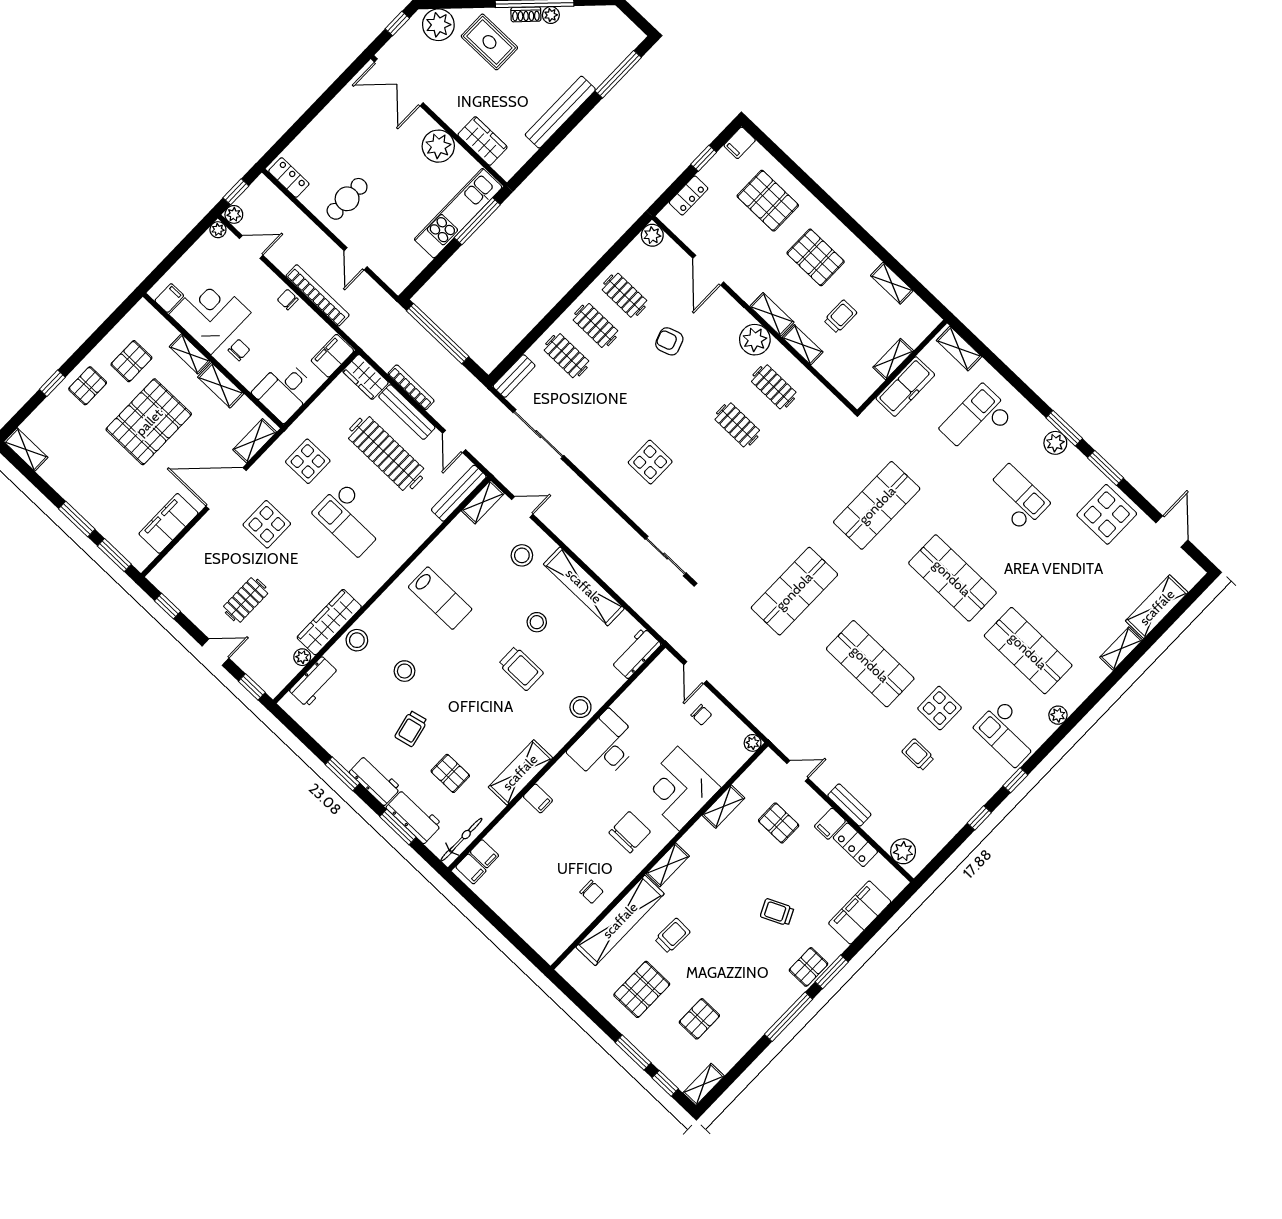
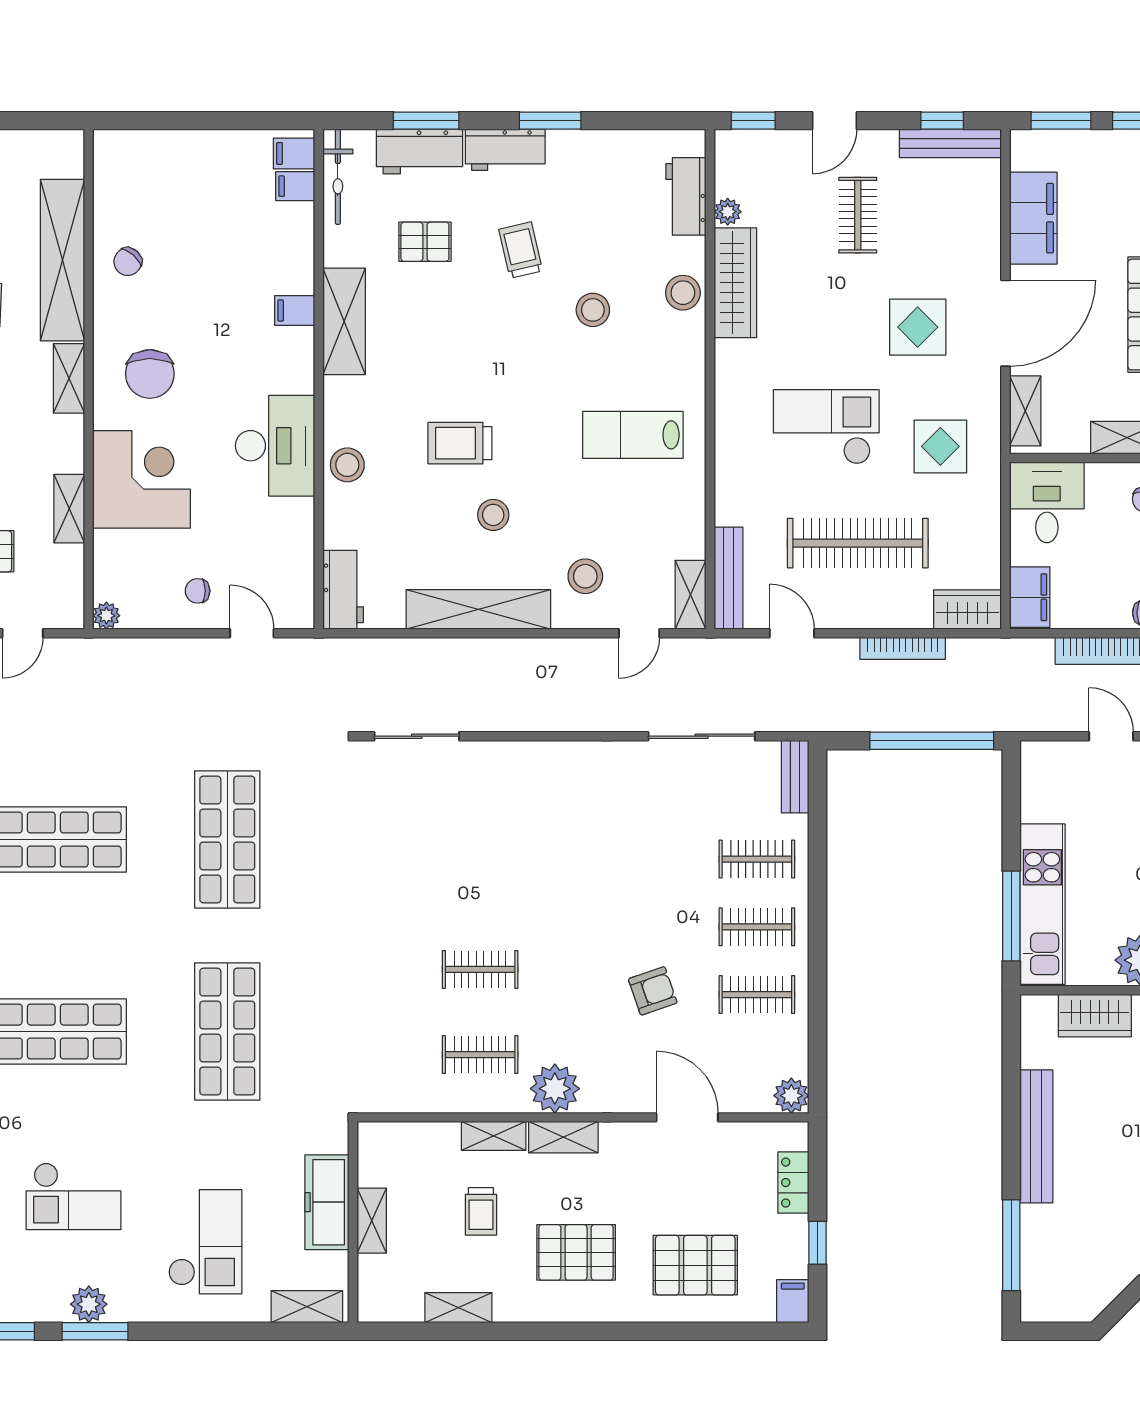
bench: (407, 412) -> (950, 143), moved
display table: (650, 462) -> (540, 829), removed
chair: (592, 892) -> (128, 262), turned -49

